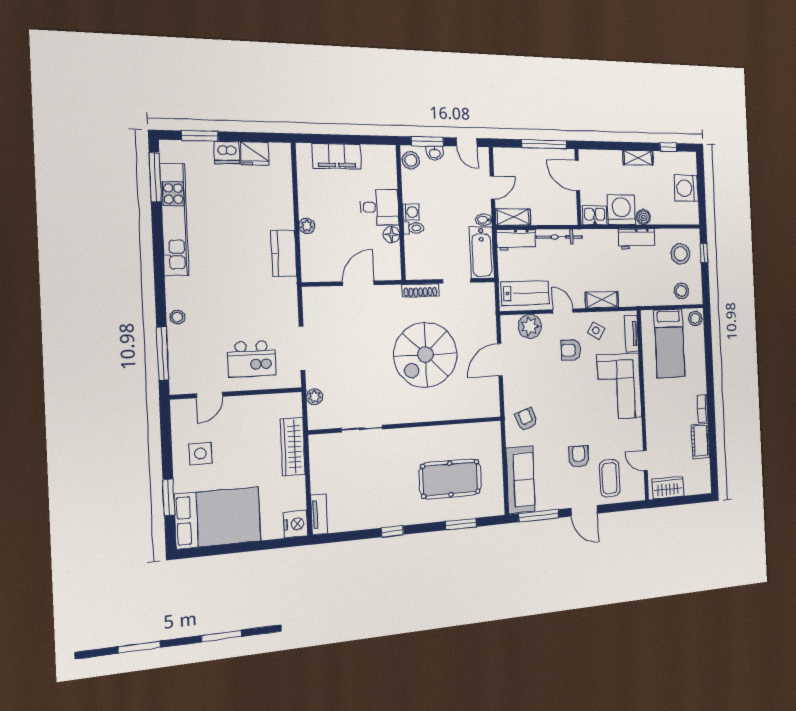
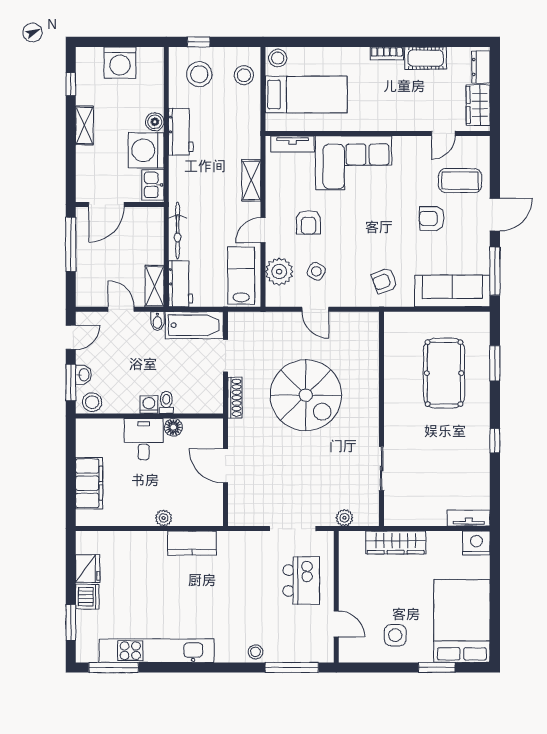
side table: (596, 330) -> (316, 271), moved
door: (500, 360) -> (315, 309), width x0.73
dresser: (696, 487) -> (481, 67), added

